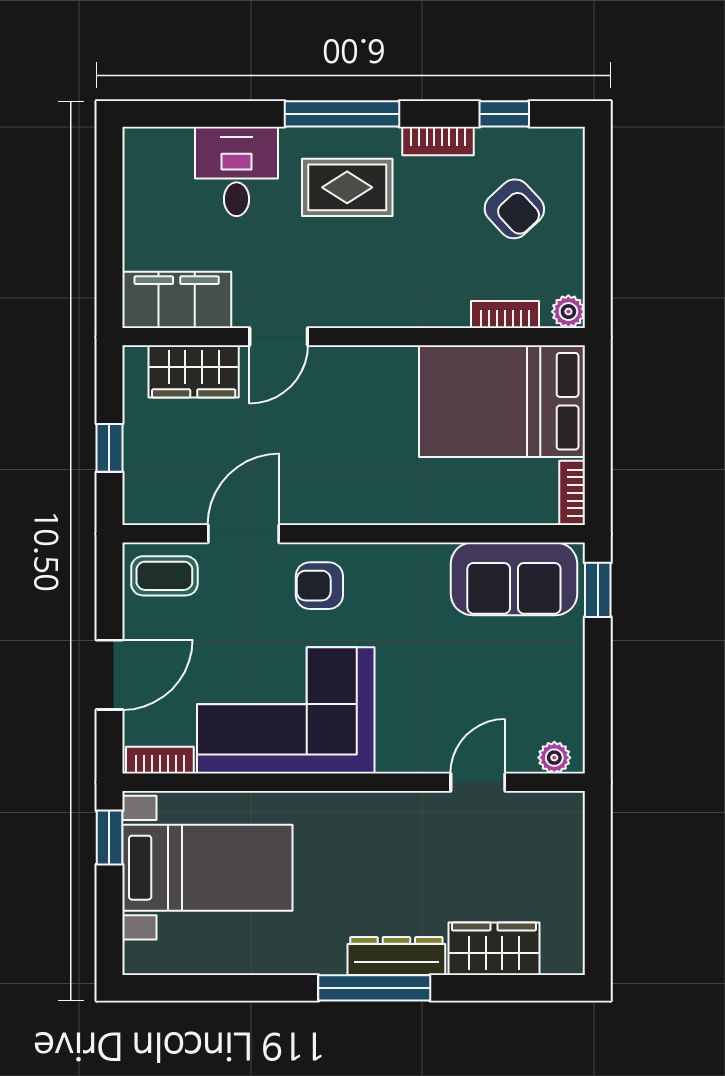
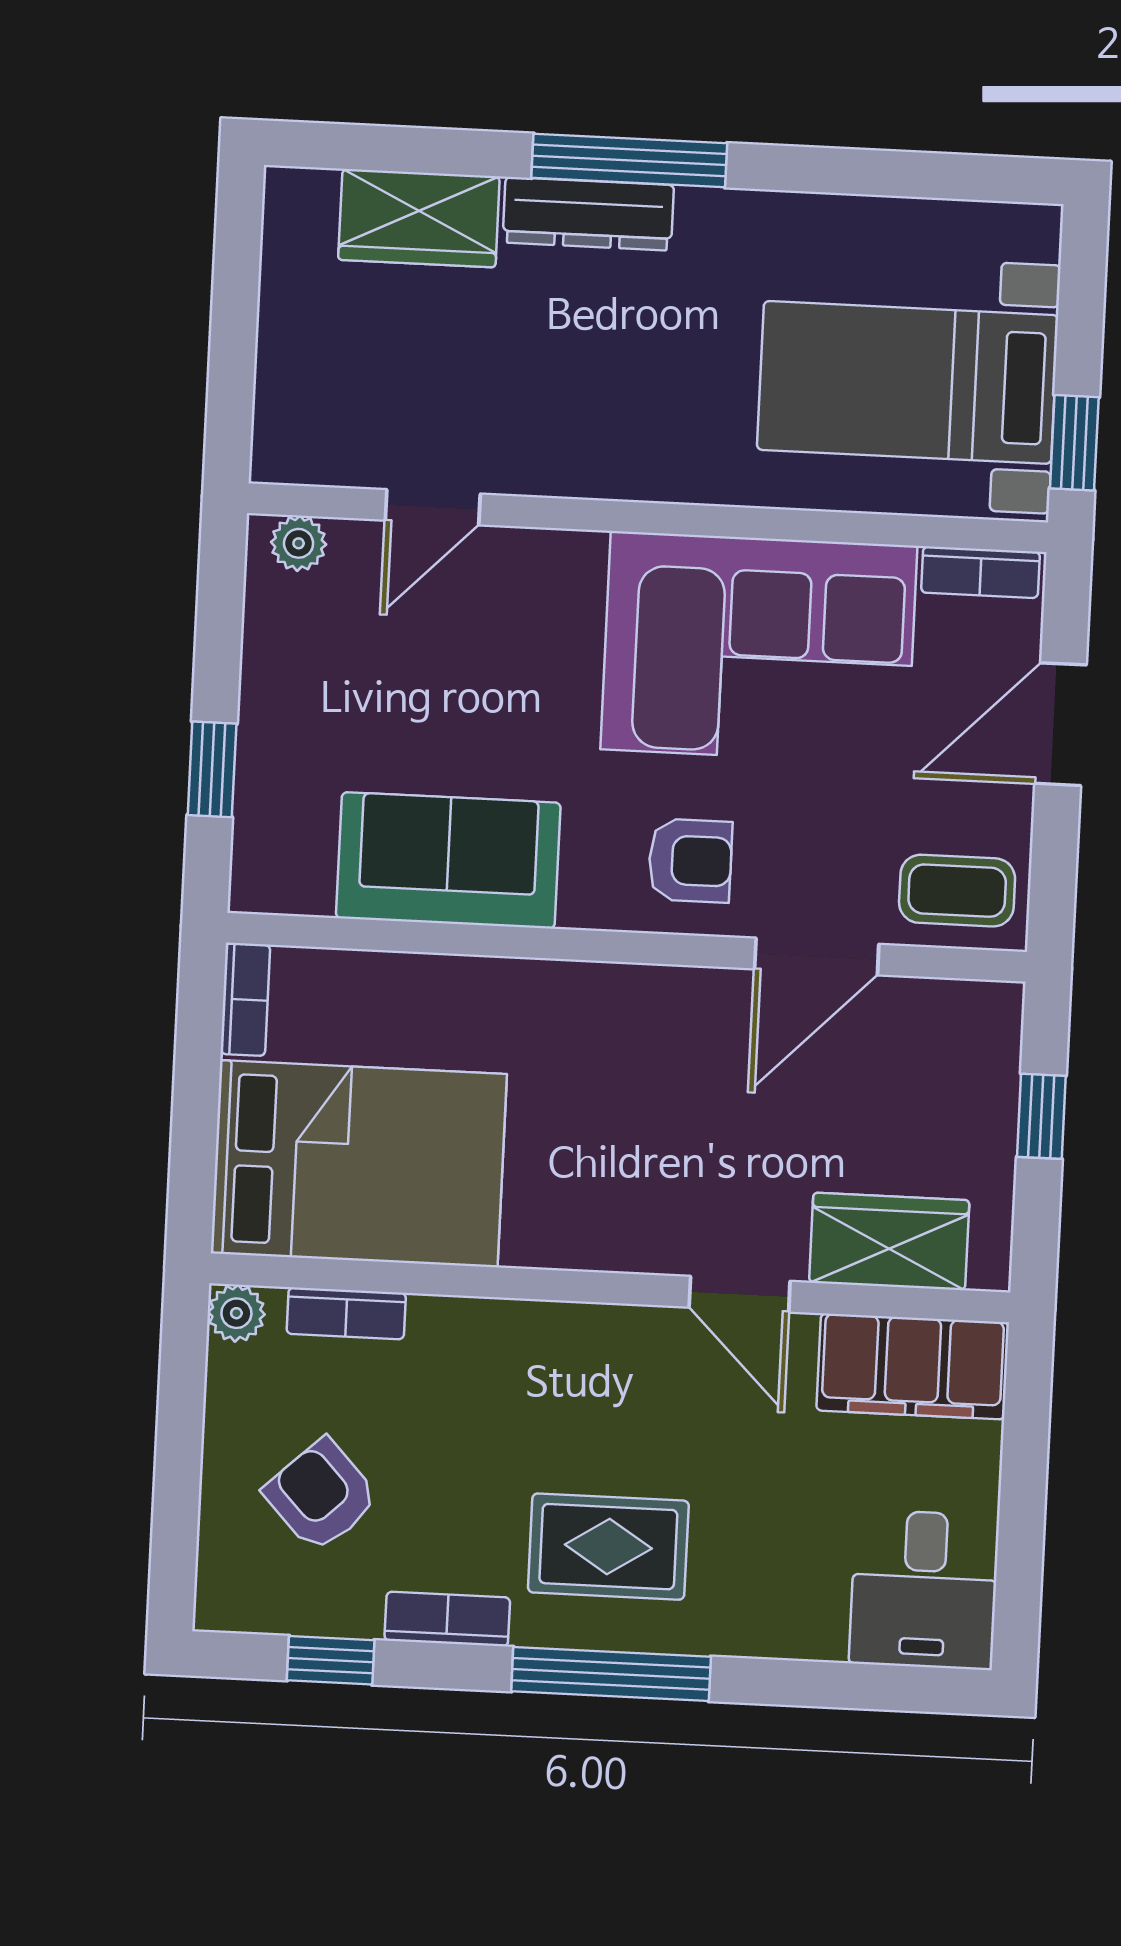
desk: (236, 171) -> (924, 1590), moved
door: (279, 337) -> (740, 1294), swing flipped
sofa: (514, 579) -> (448, 860), moved
window: (598, 590) -> (212, 769), moved

